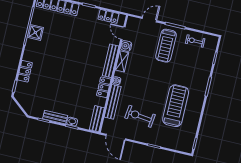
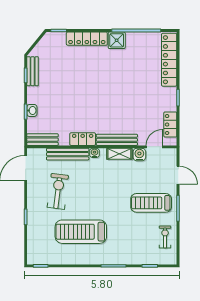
shower: (35, 32) -> (117, 40), moved
locker: (25, 71) -> (87, 39), width x1.53
treadmill: (176, 106) -> (81, 232), turned 180
bench: (55, 117) -> (33, 71), moved

